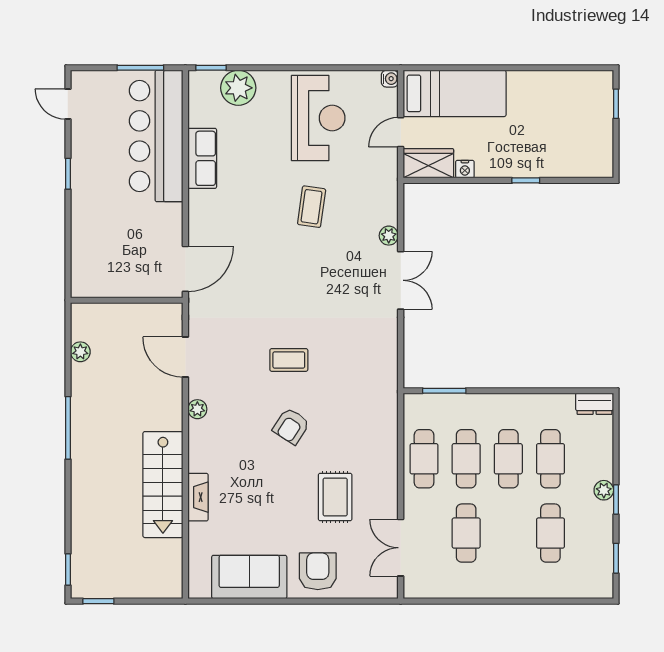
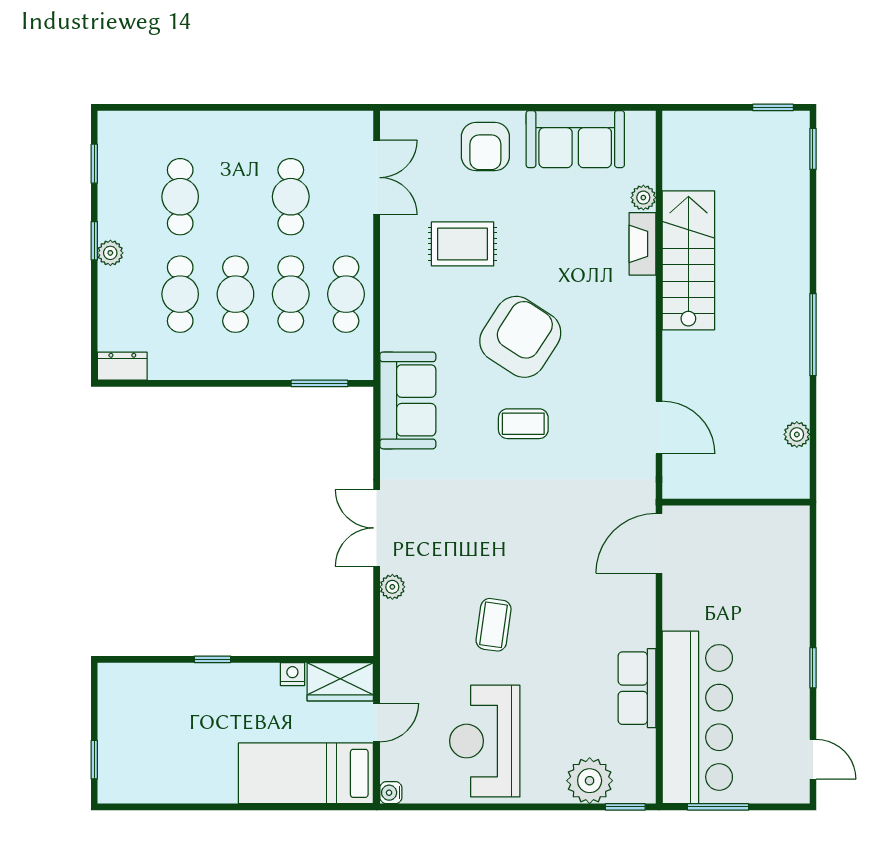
sofa: (377, 378) -> (408, 400), added
plant: (197, 409) -> (643, 198), moved
armchair: (291, 426) -> (520, 337), width x1.88, depth x1.88
rug: (335, 497) -> (463, 244), turned 90

